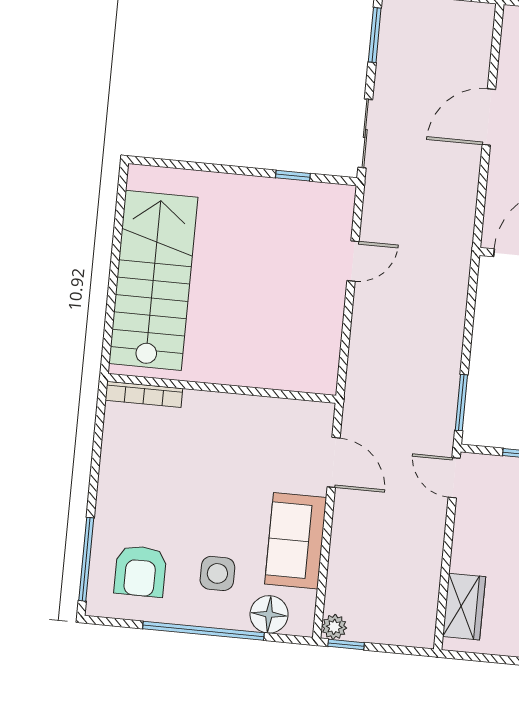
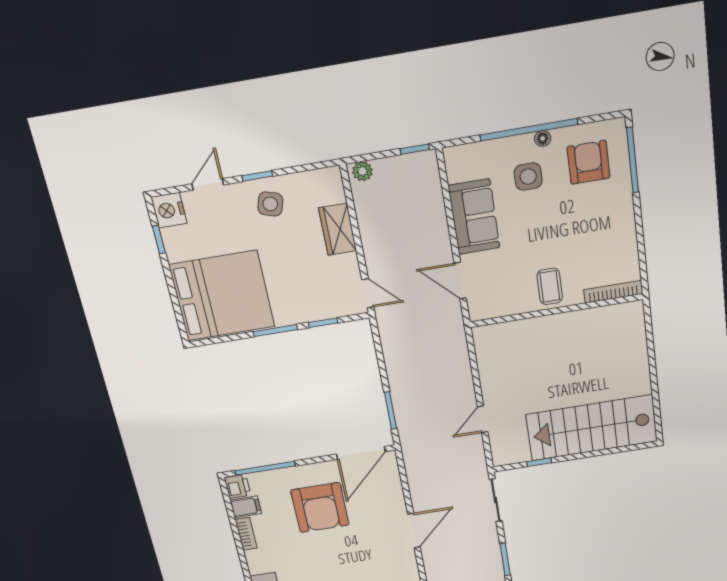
stairs: (153, 280) -> (592, 428), moved, turned 90
window: (461, 403) -> (391, 410), moved
coffee table: (223, 424) -> (550, 286), added
wardrobe: (464, 607) -> (338, 229), moved
floor lamp: (269, 614) -> (543, 138), moved, width x0.53, depth x0.53
plant: (334, 627) -> (362, 171), moved

